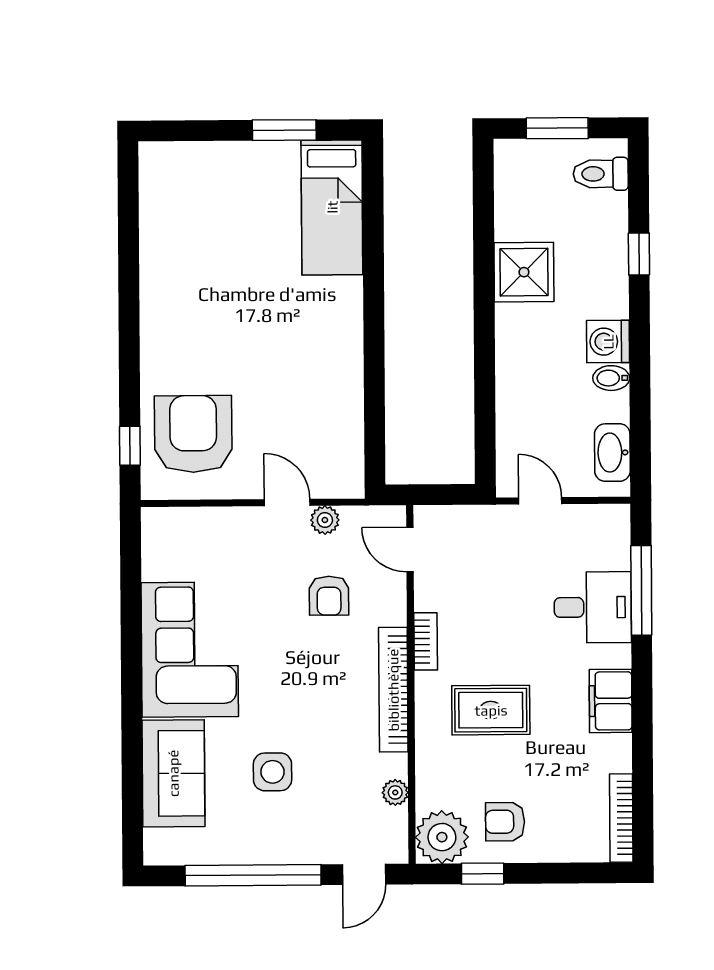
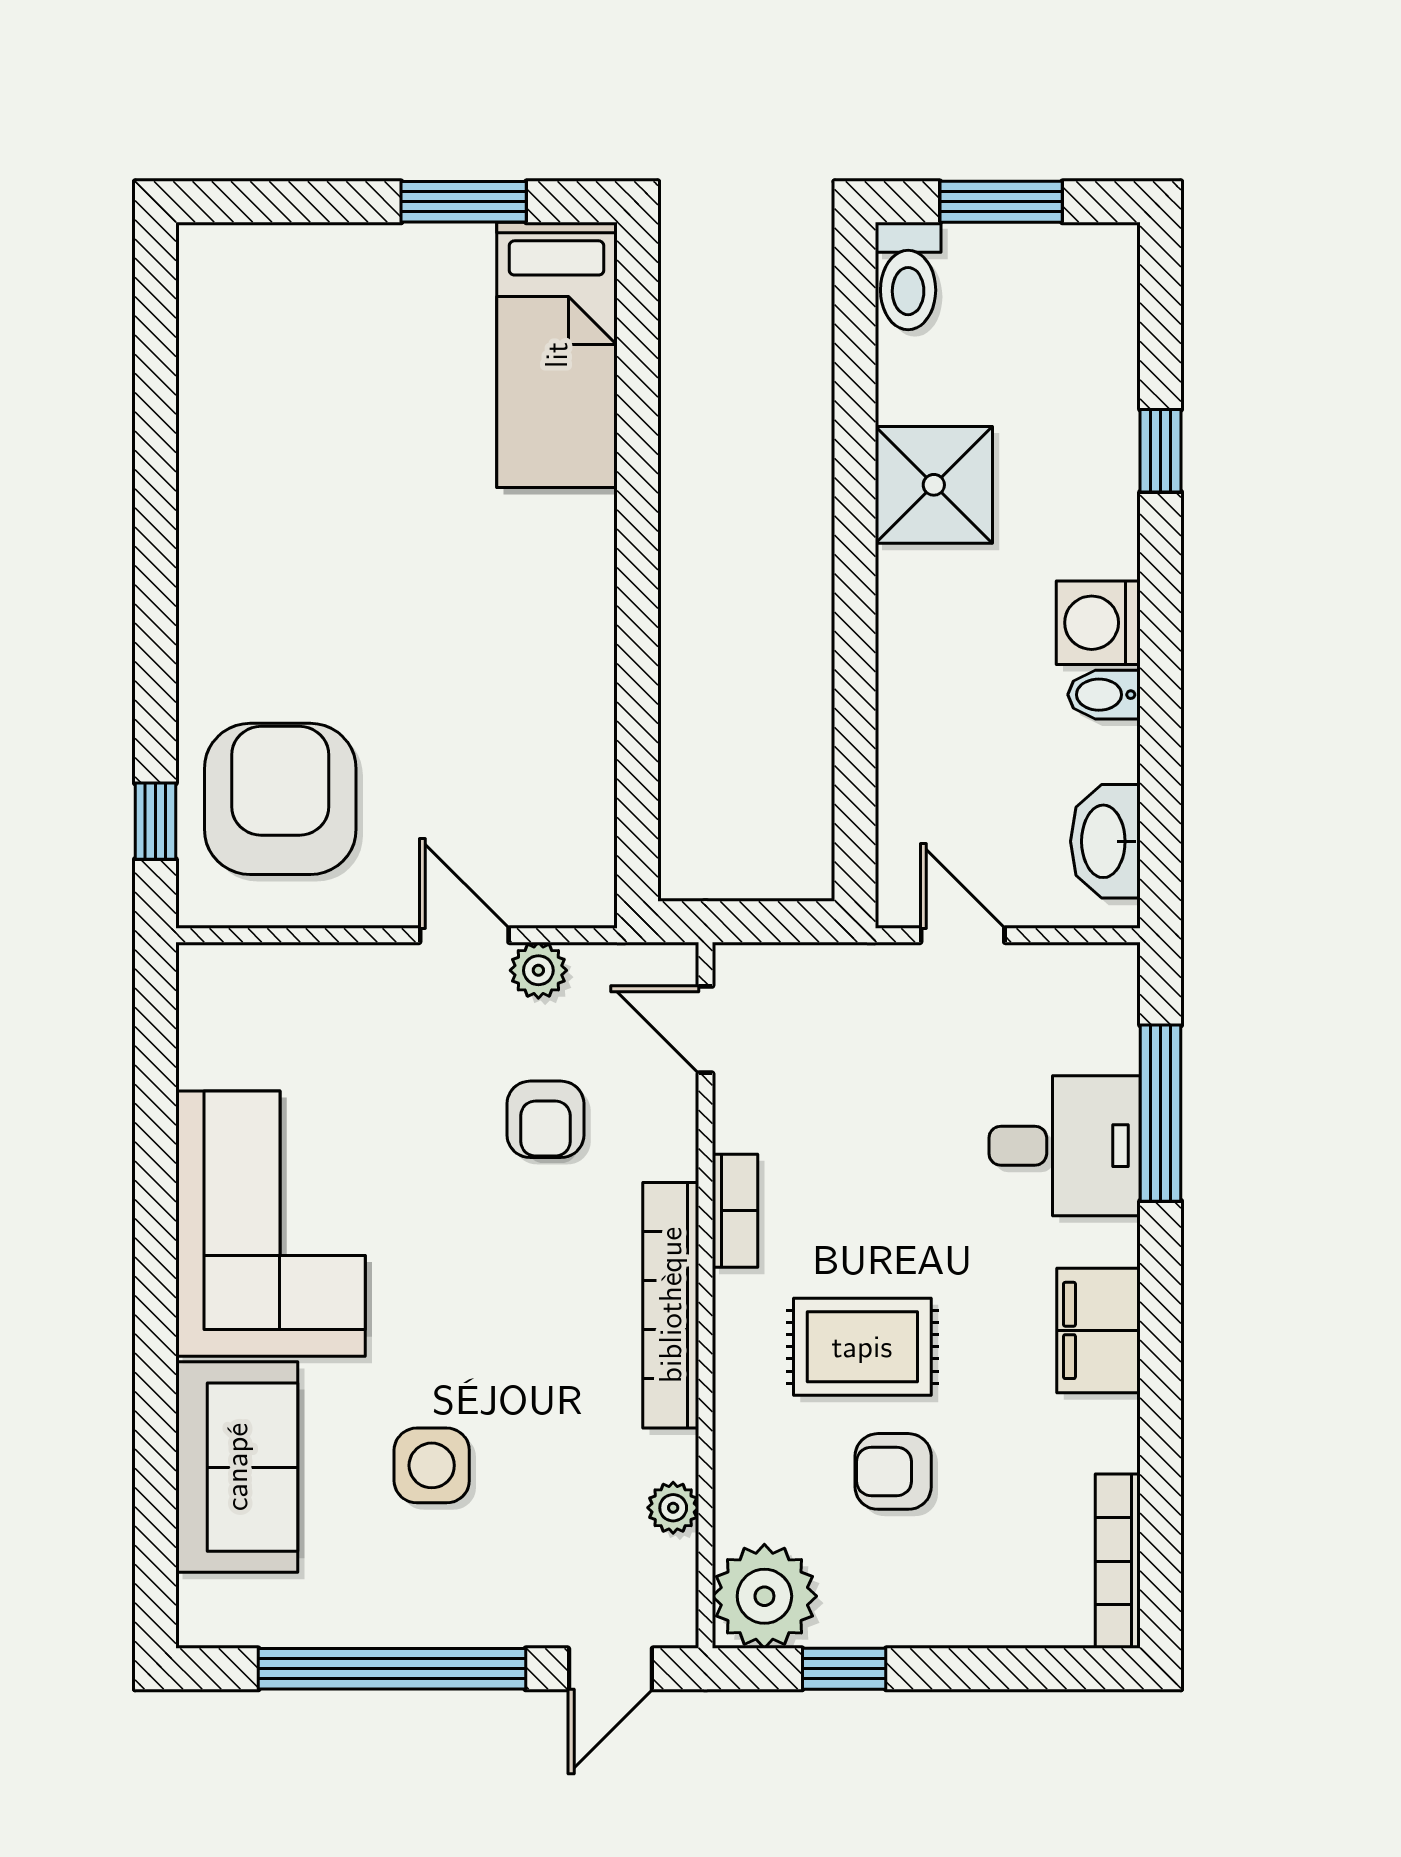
toilet: (601, 174) -> (908, 276), moved, turned -90
armchair: (505, 822) -> (893, 1471), moved

